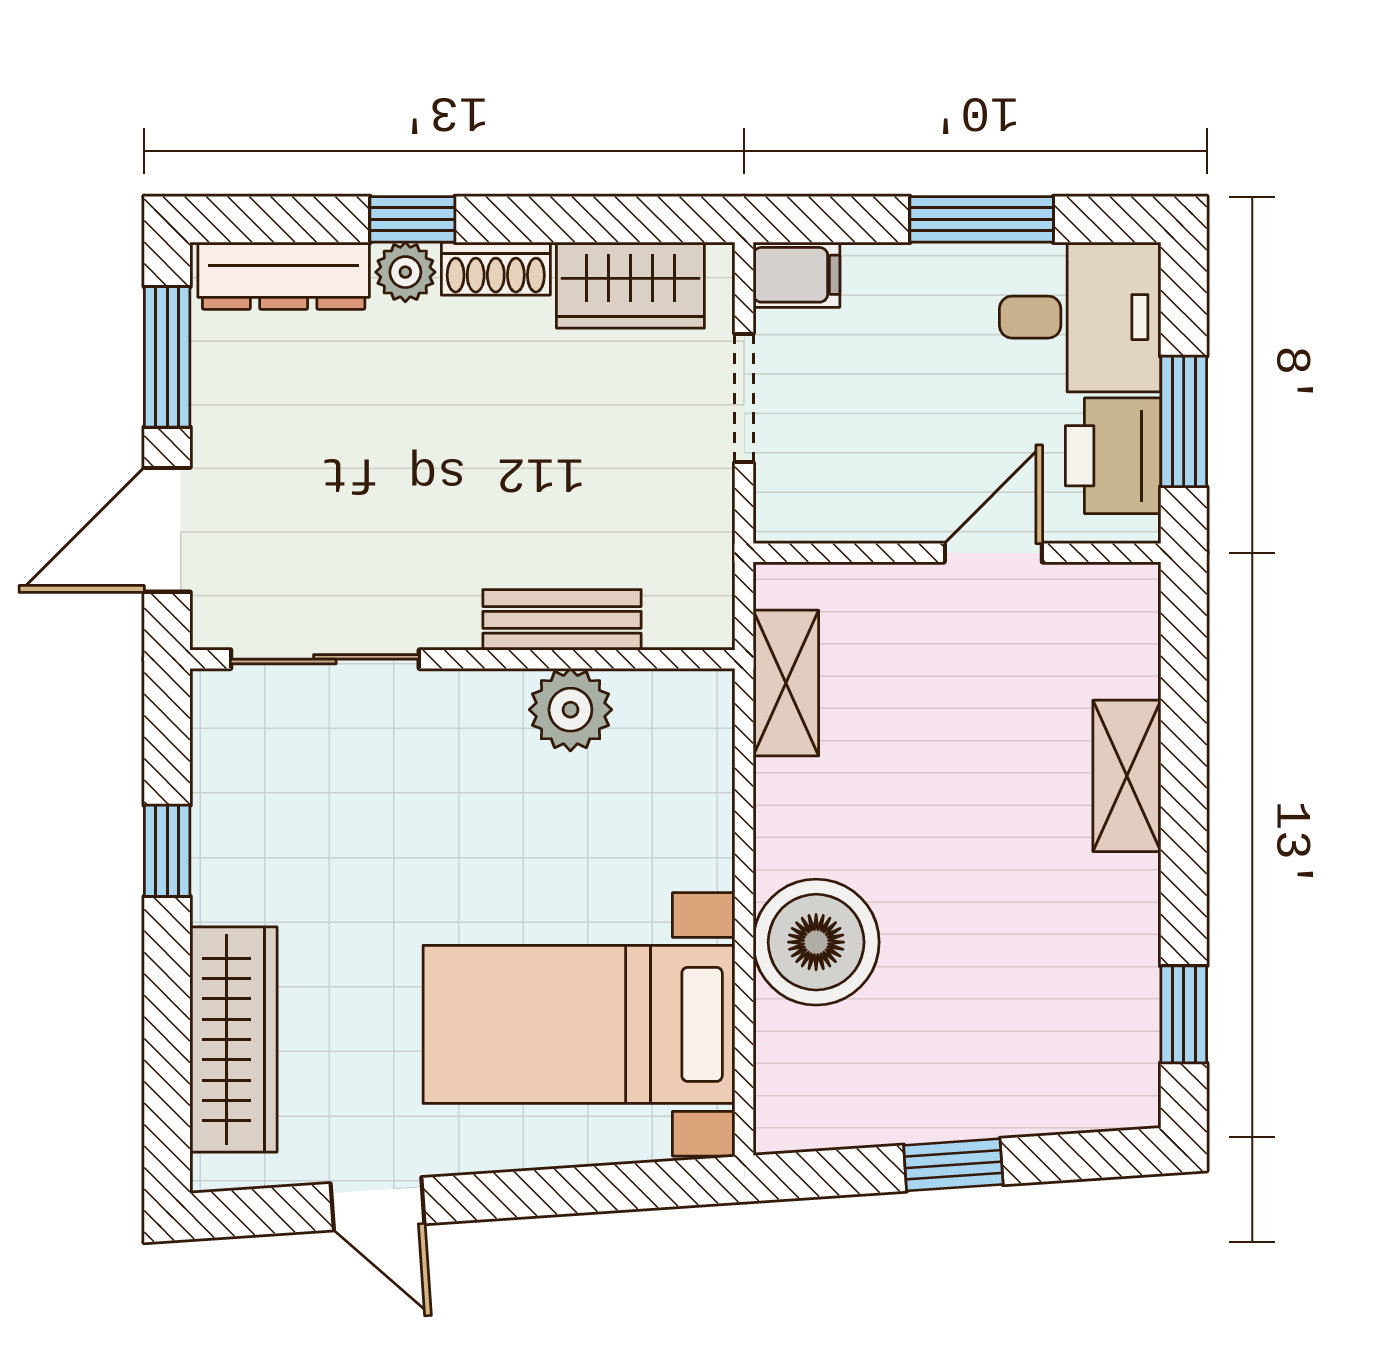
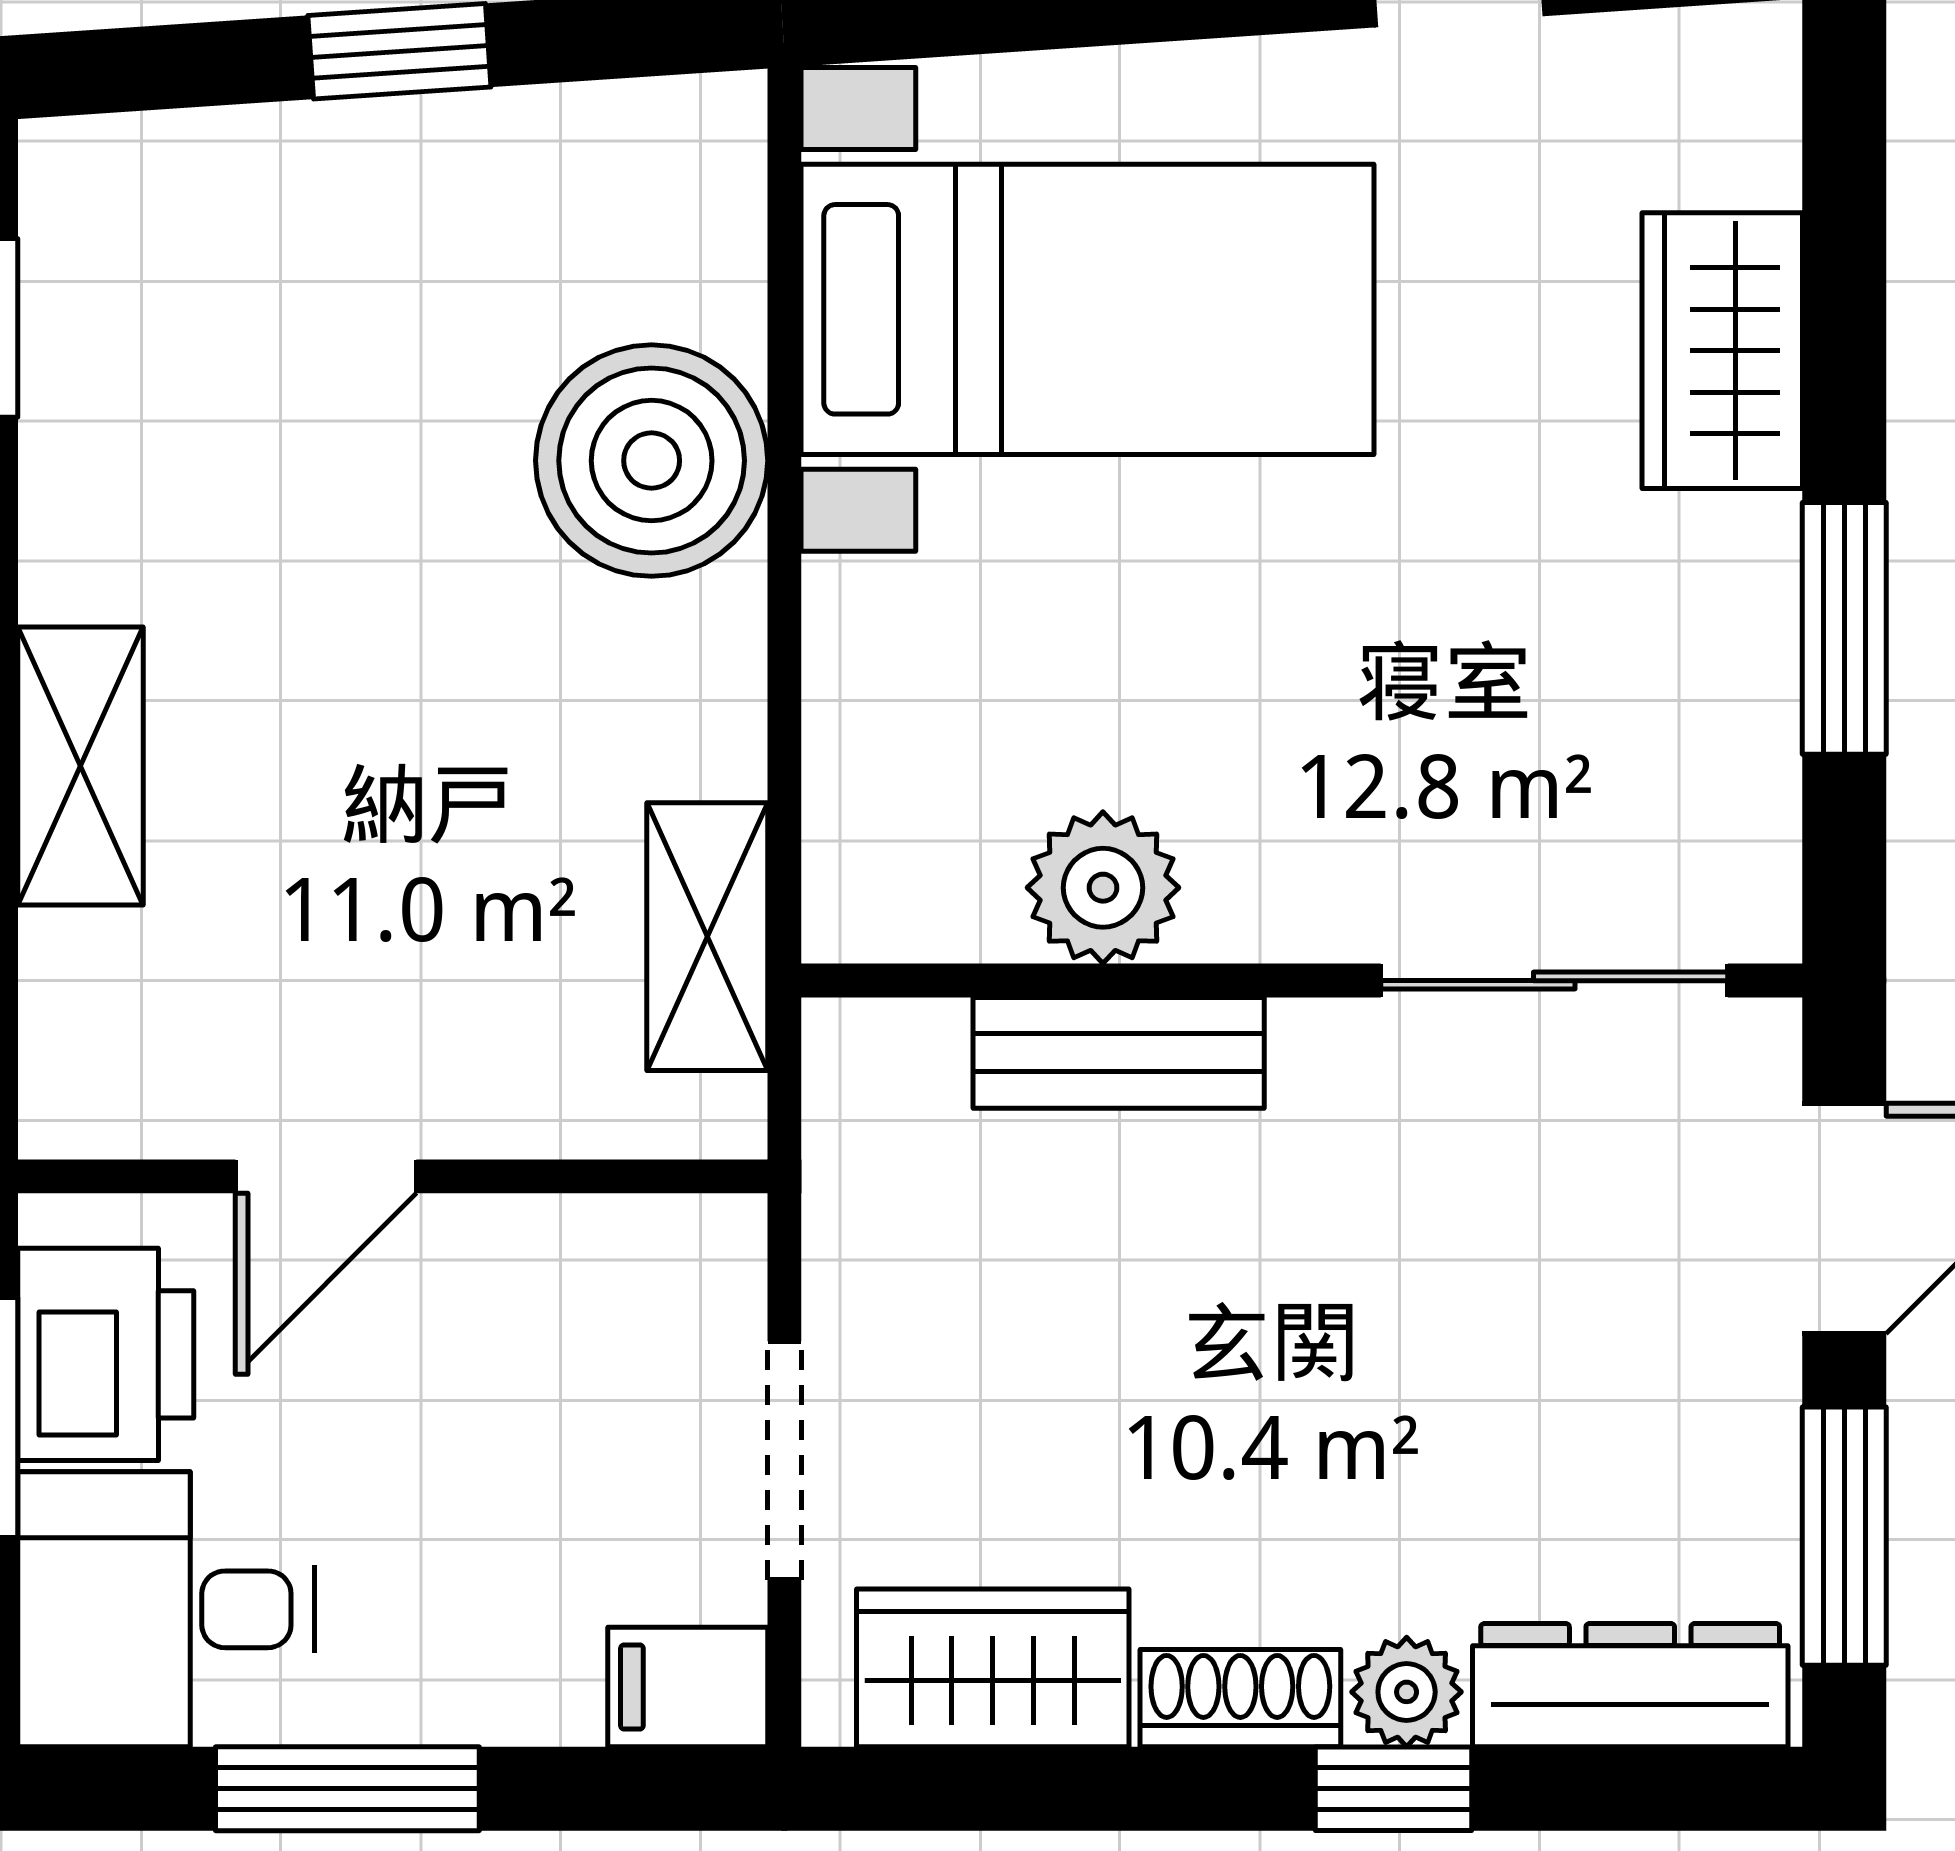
window: (167, 851) -> (1844, 628), width x1.50
wardrobe: (234, 1039) -> (1722, 351), width x0.67

